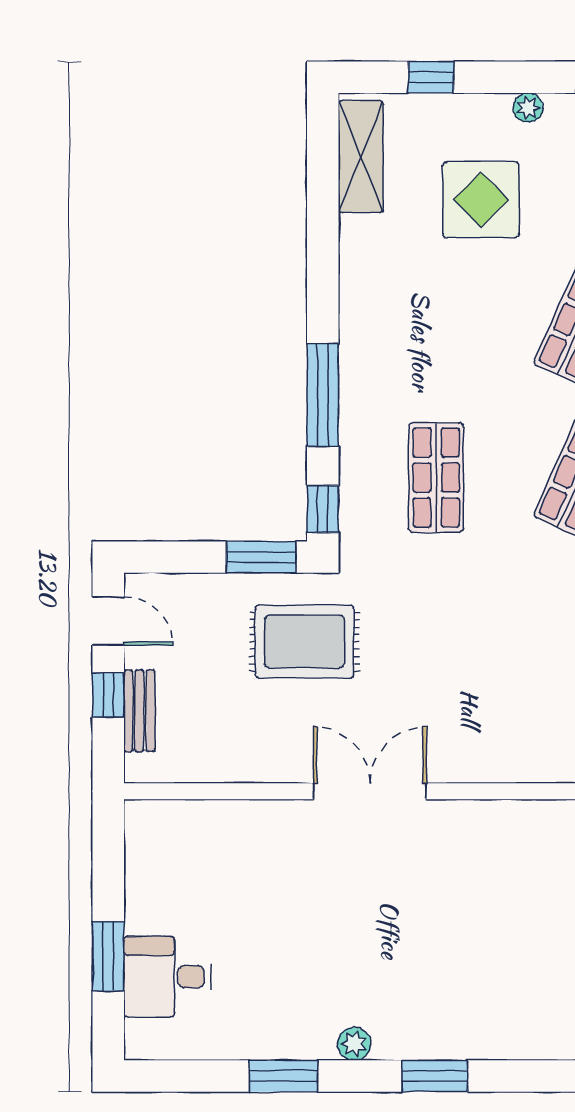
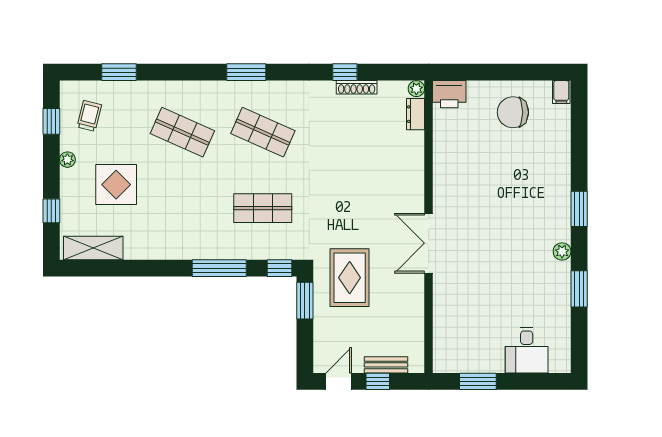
window: (108, 956) -> (478, 381), moved

